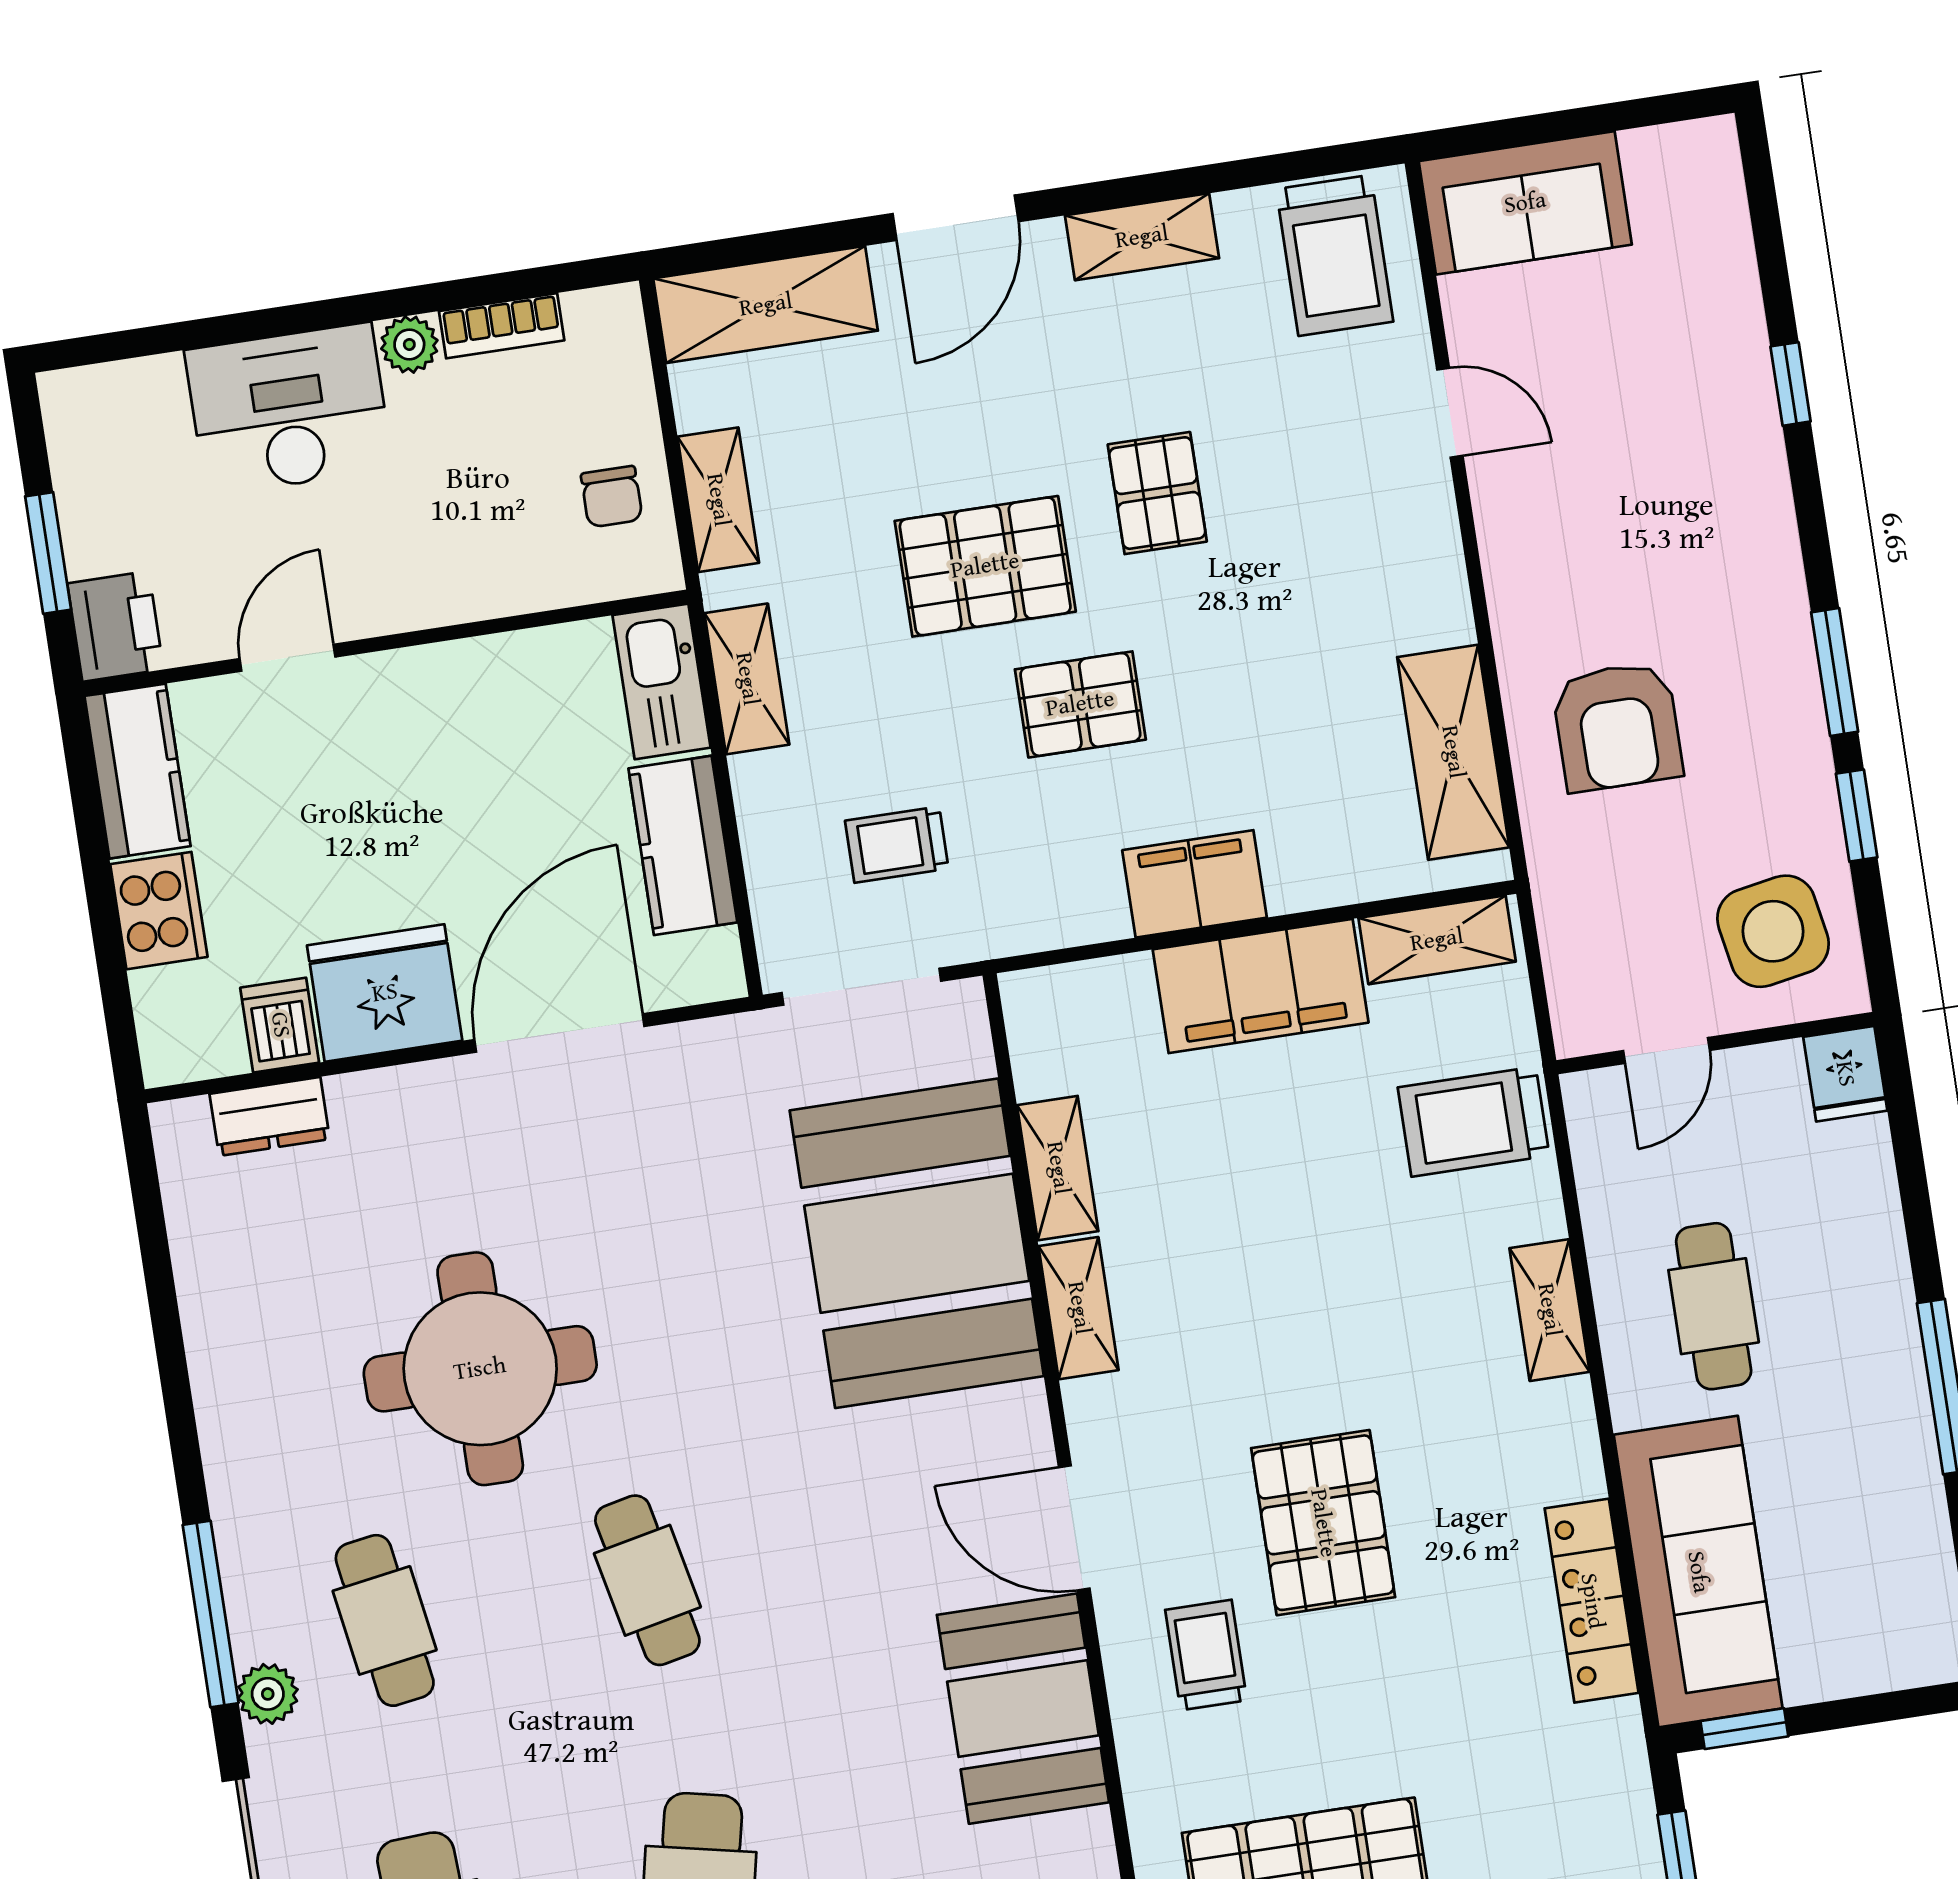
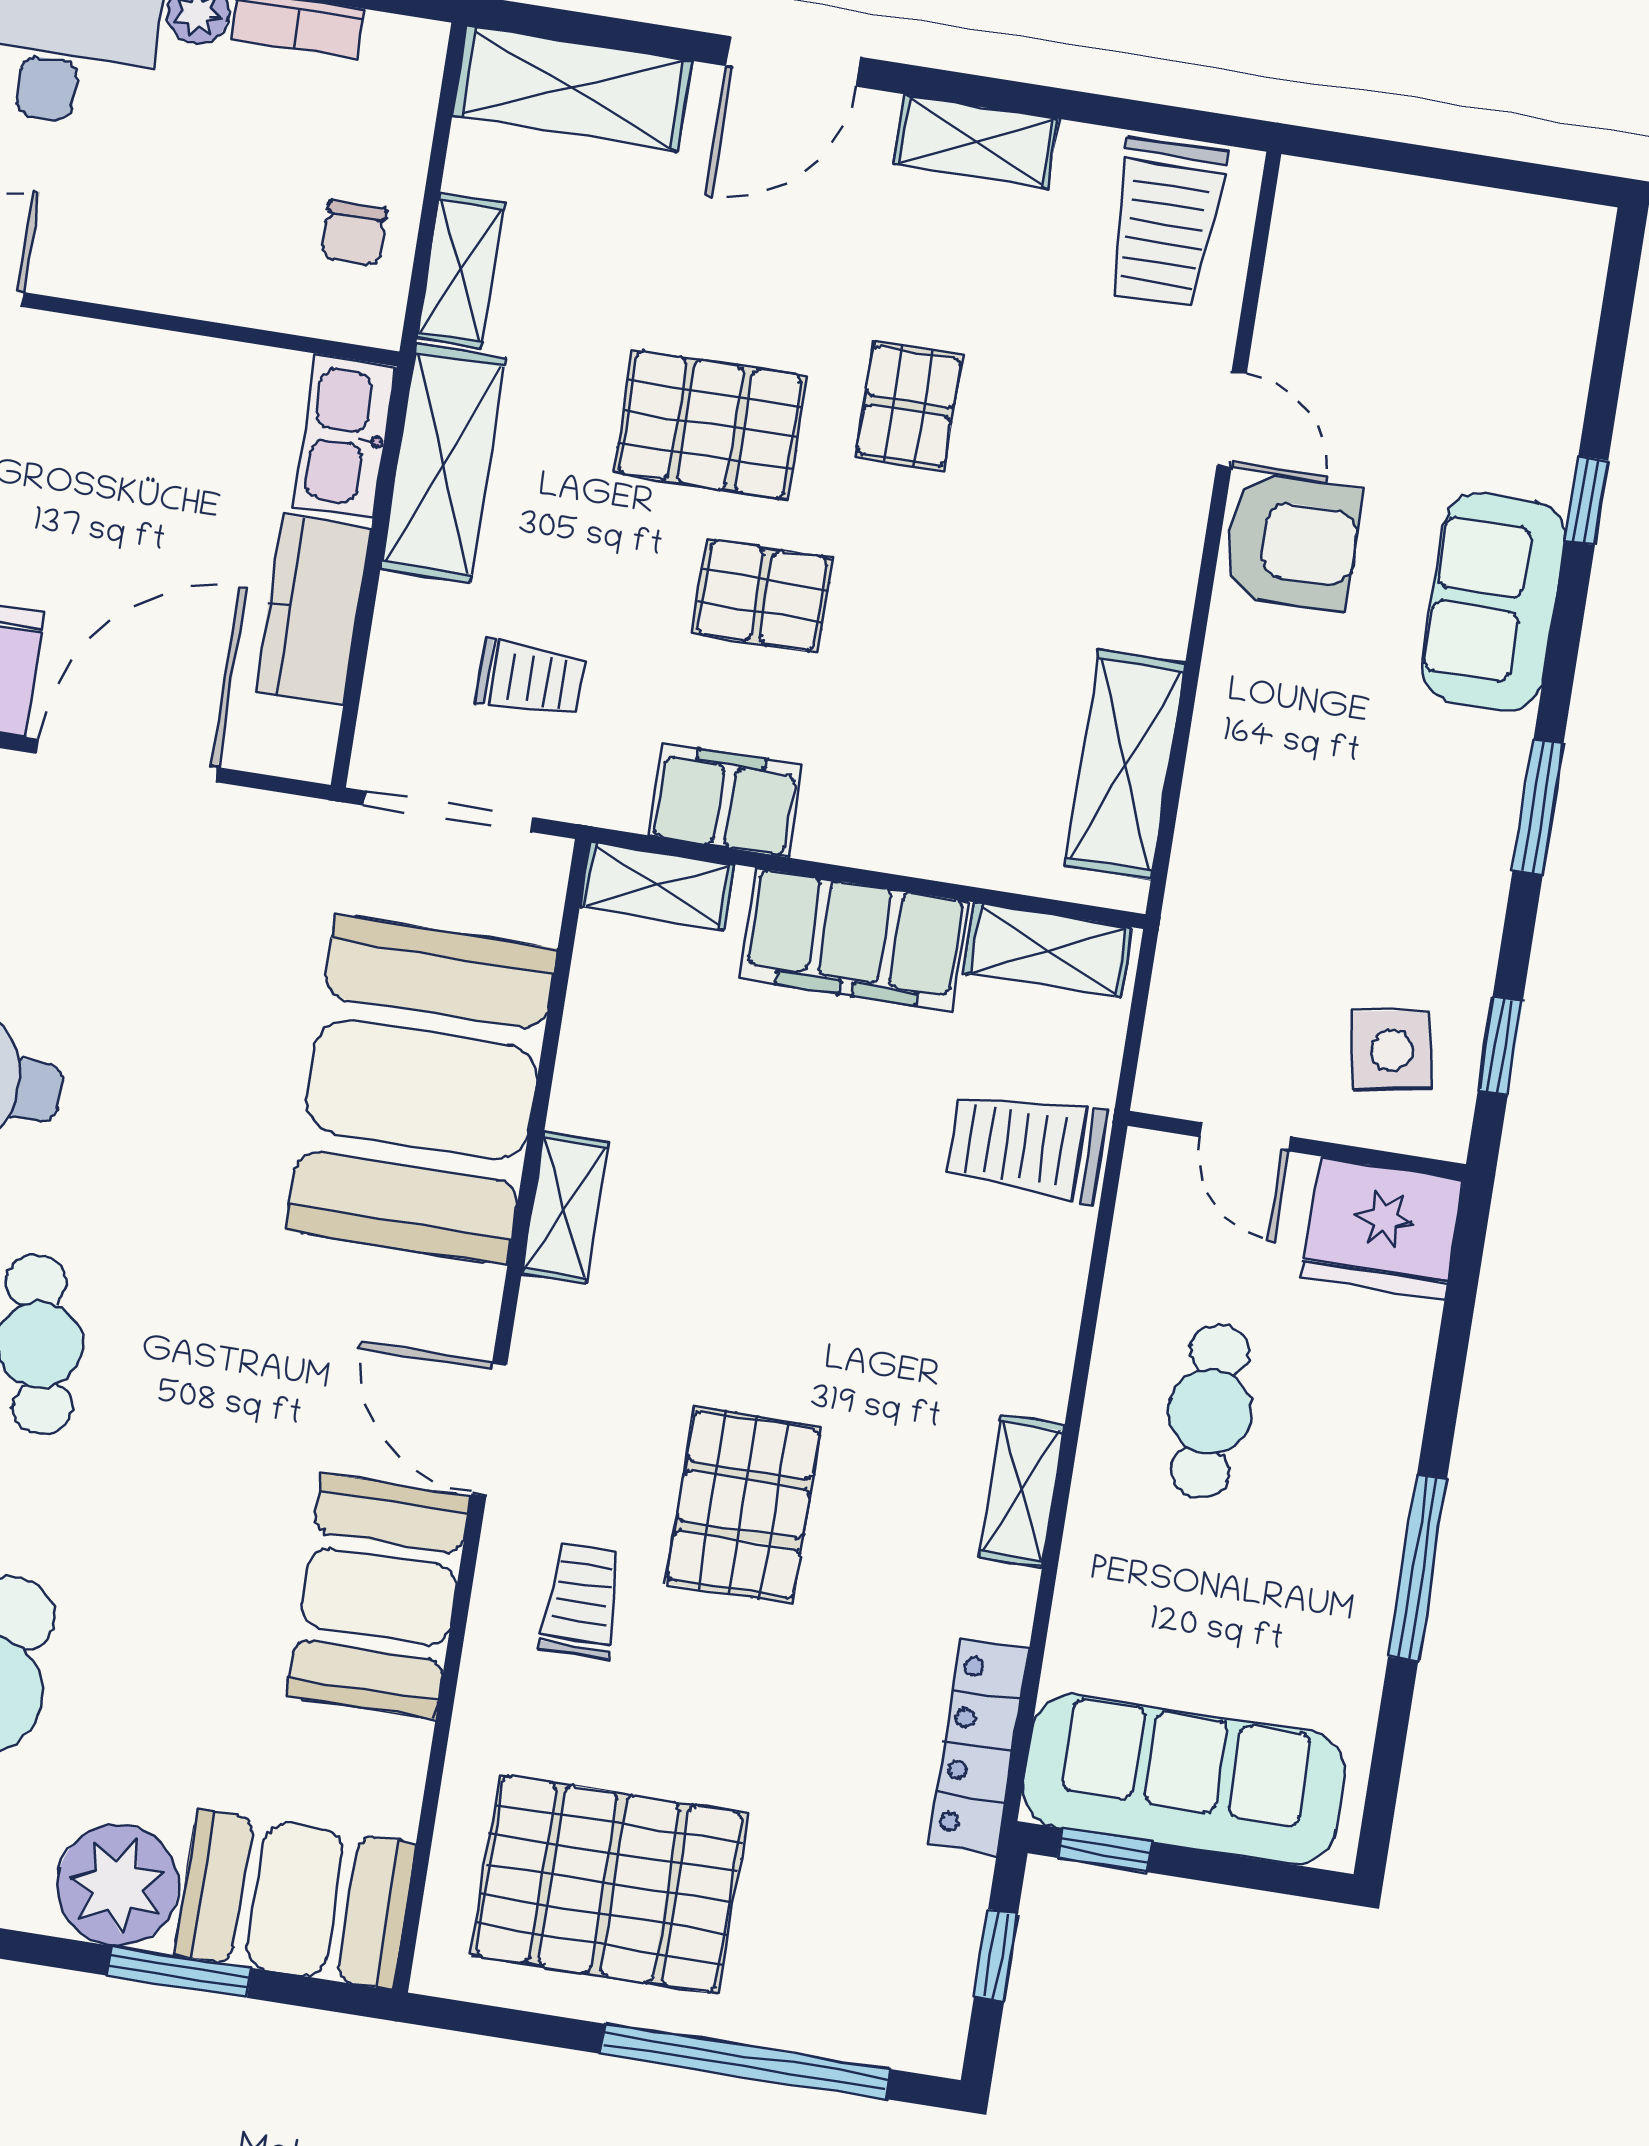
sofa: (1525, 203) -> (1493, 602), moved, turned 90
shelving: (747, 679) -> (443, 464), width x1.50, depth x1.33
armchair: (1617, 727) -> (1292, 542), moved, turned -90
window: (1857, 816) -> (1500, 1046), moved
trolley: (897, 845) -> (530, 679), turned 180
filing cabinet: (1195, 884) -> (725, 800), moved
side table: (1773, 931) -> (1392, 1050), width x0.73, depth x0.73
door: (1666, 1051) -> (1245, 1137), hinge flipped
fridge: (1845, 1074) -> (1383, 1228), width x1.88, depth x1.34
shelving: (1058, 1168) -> (657, 885), moved, turned 90
shelving: (1549, 1310) -> (1022, 1491), moved
sofa: (1698, 1572) -> (1184, 1779), moved, turned -90
locker: (1592, 1601) -> (979, 1746), moved

